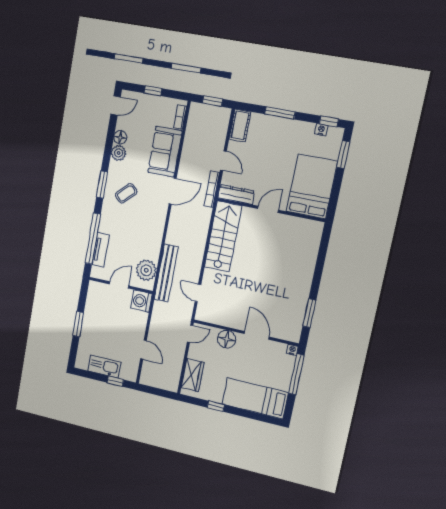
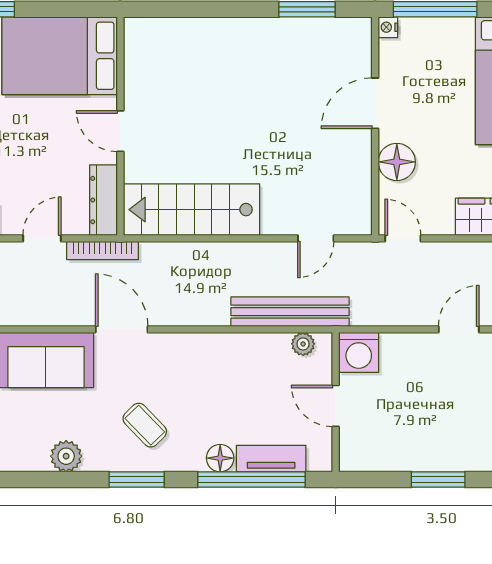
floor lamp: (120, 137) -> (220, 458), moved
plant: (146, 270) -> (303, 344), width x0.53, depth x0.53

